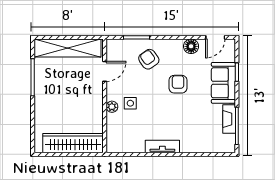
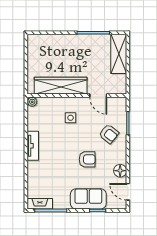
shelving: (68, 48) -> (119, 54), width x0.68
armchair: (149, 59) -> (109, 134), turned 73
plant: (112, 107) -> (32, 102), moved
fireplace: (229, 119) -> (40, 204), moved
wardrobe: (73, 143) -> (61, 86), moved, turned -90

